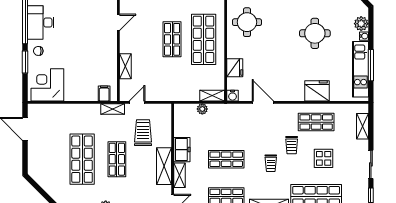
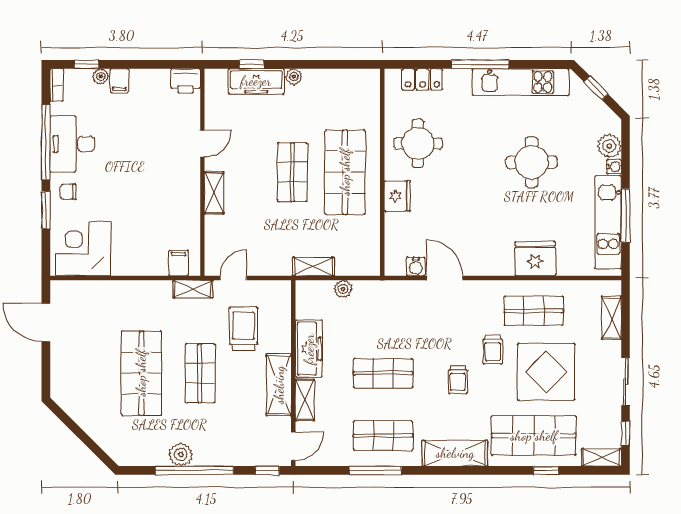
shelving: (125, 66) -> (214, 193), moved
fridge: (235, 68) -> (397, 196), moved
shelving: (212, 96) -> (313, 267), moved
water cooler: (232, 96) -> (416, 267), moved
freezer: (182, 150) -> (309, 349), width x1.40
display table: (324, 158) -> (546, 372), width x1.86, depth x1.86

